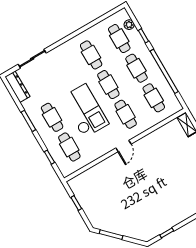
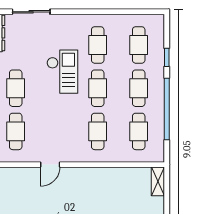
plant: (129, 25) -> (158, 36), removed
checkout: (85, 111) -> (62, 72), moved, width x0.73, depth x0.83
door: (123, 146) -> (50, 165), moved

